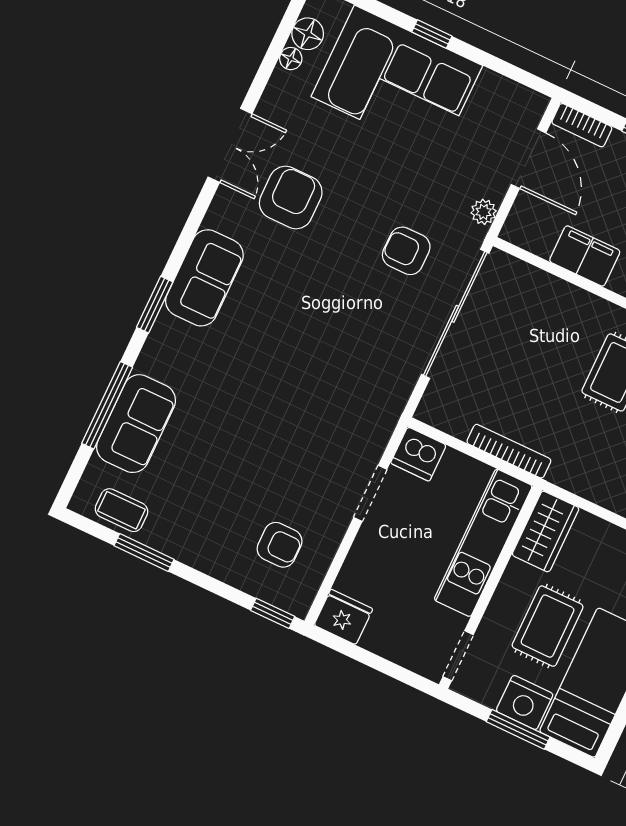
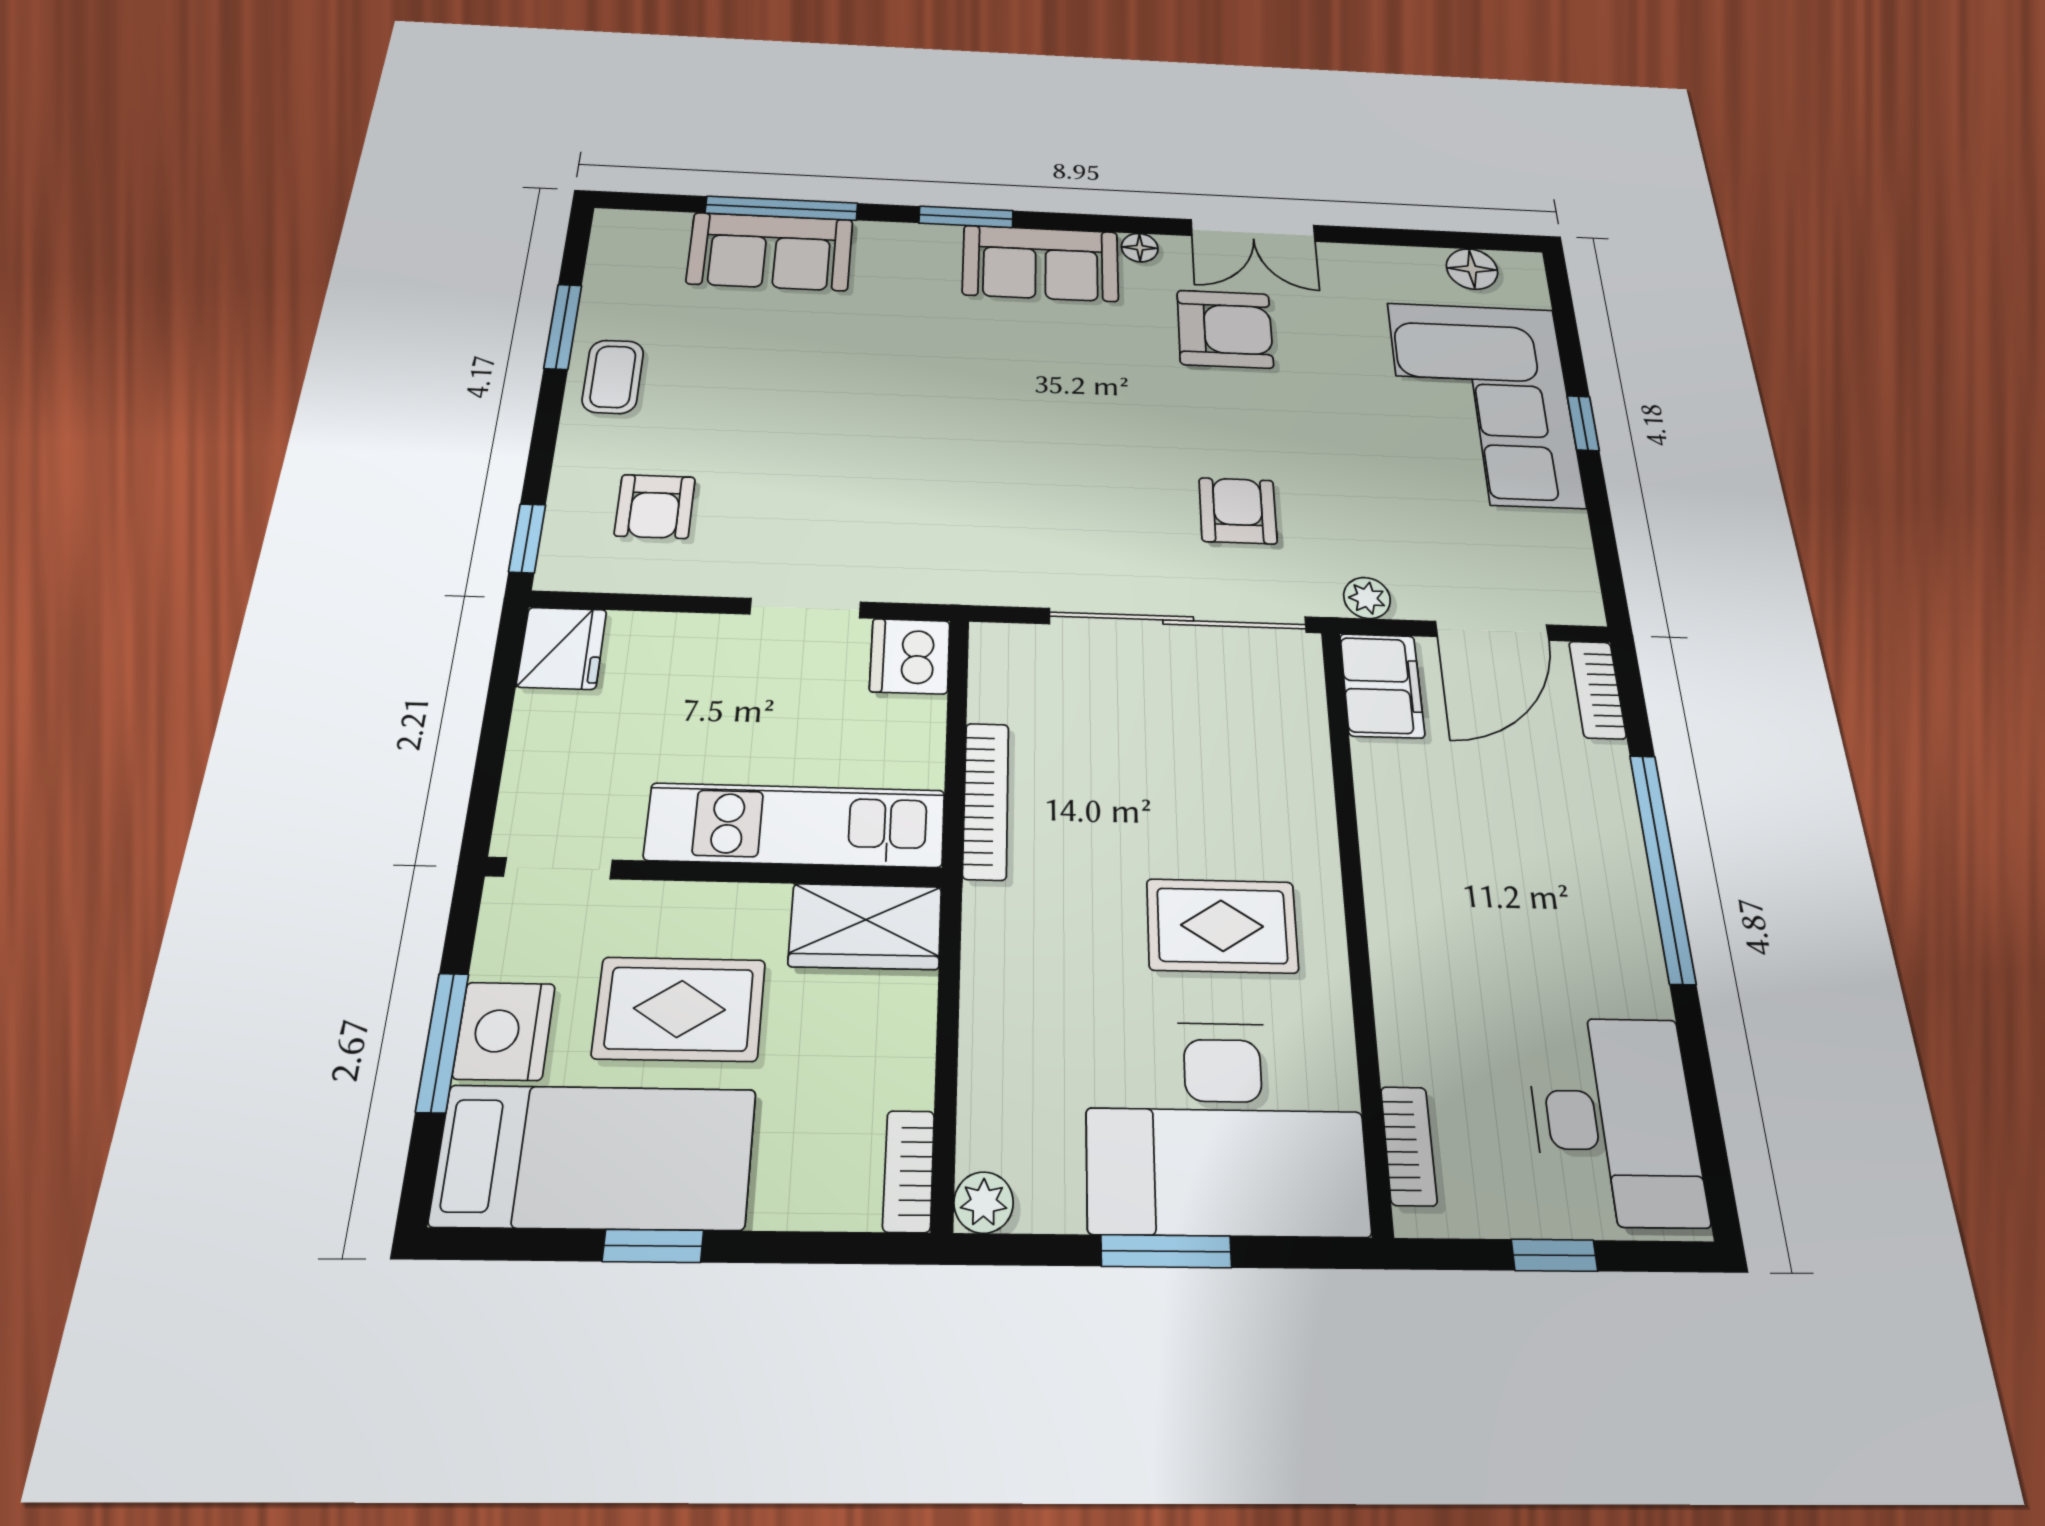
floor lamp: (291, 59) -> (1140, 248), moved
filing cabinet: (585, 256) -> (1382, 685), moved
coffee table: (121, 510) -> (613, 377), moved

